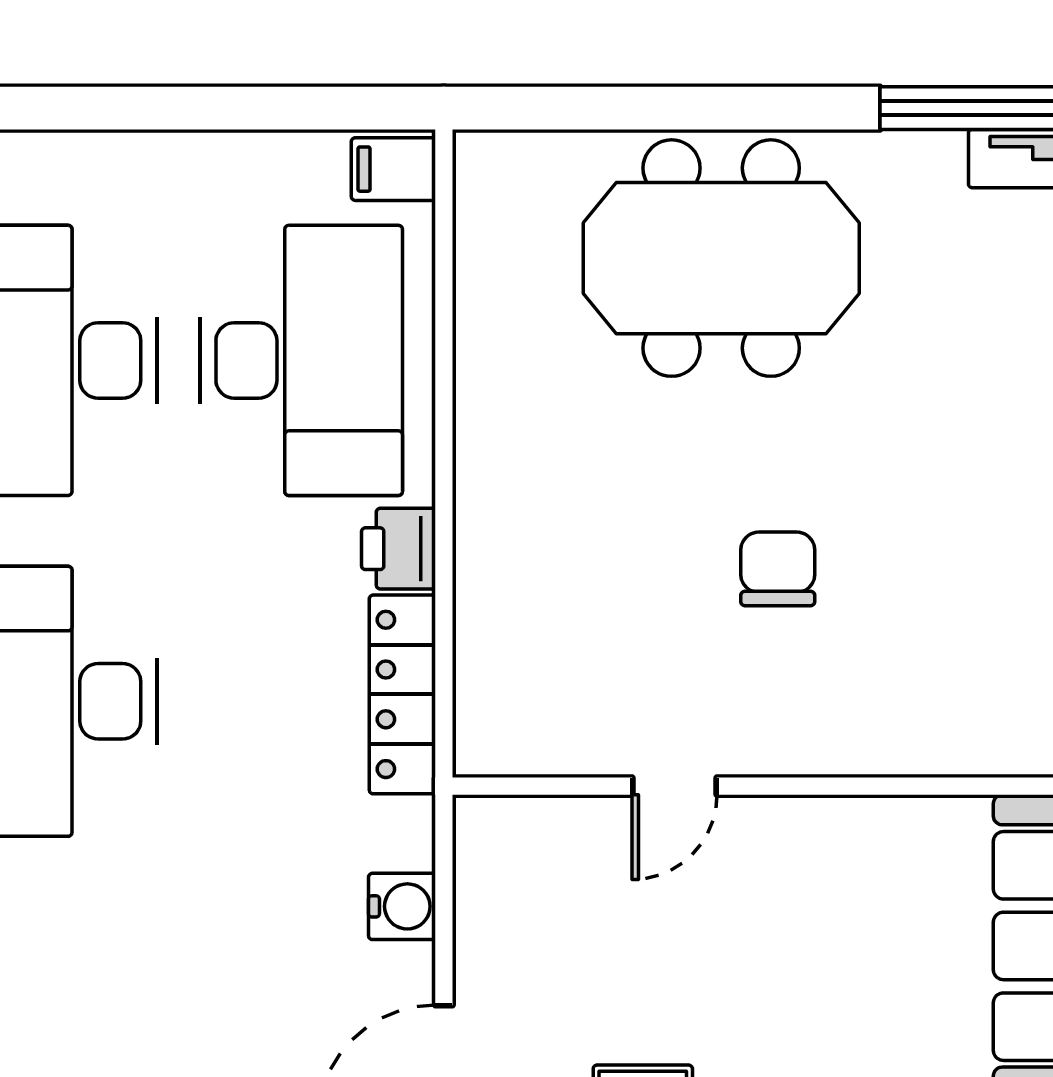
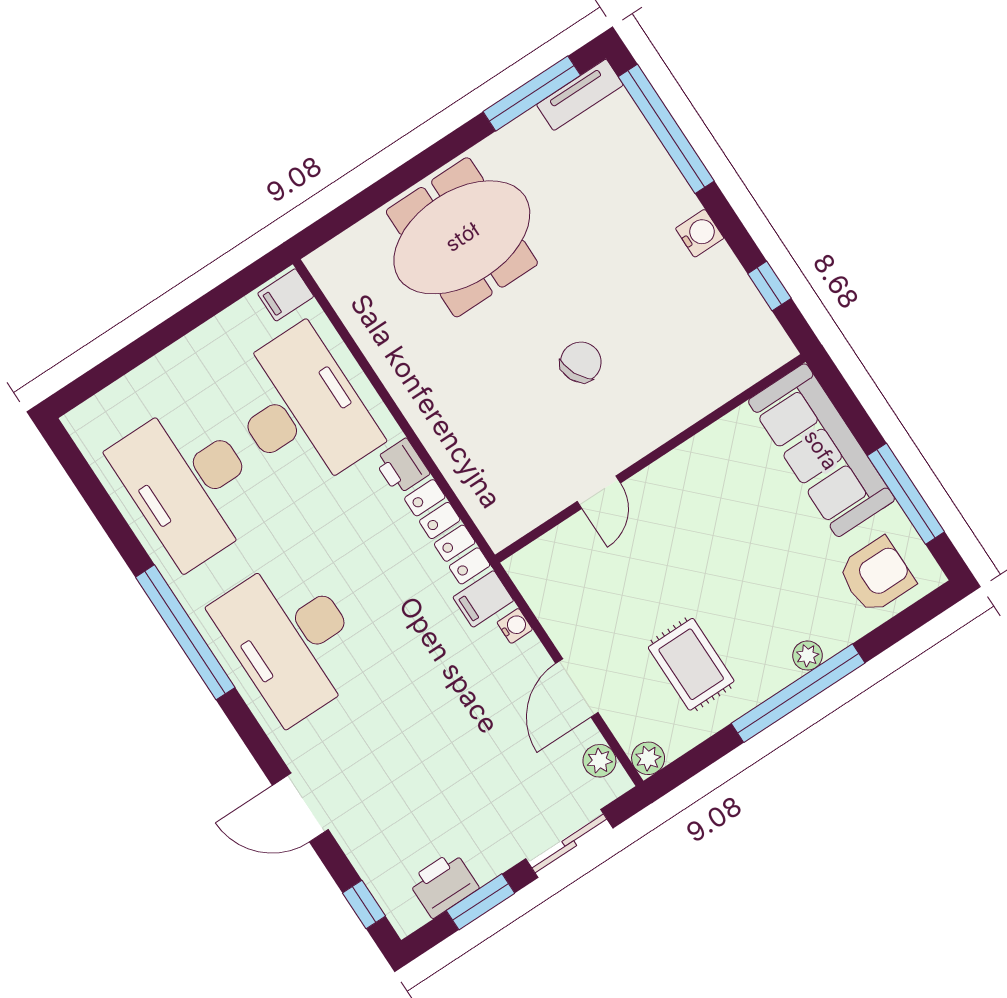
chair: (778, 569) -> (581, 362), turned 64
filing cabinet: (390, 834) -> (483, 599), added
water cooler: (402, 906) -> (515, 626), width x0.72, depth x0.72

